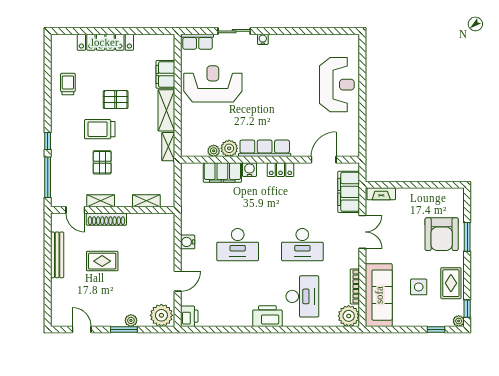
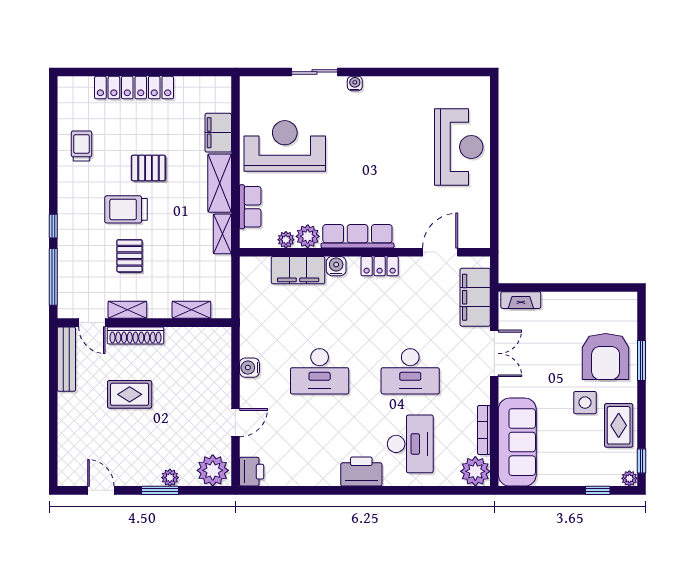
row of seats: (198, 42) -> (250, 207), moved, turned -90
bench: (57, 255) -> (66, 359), moved
side table: (419, 287) -> (585, 403), moved

